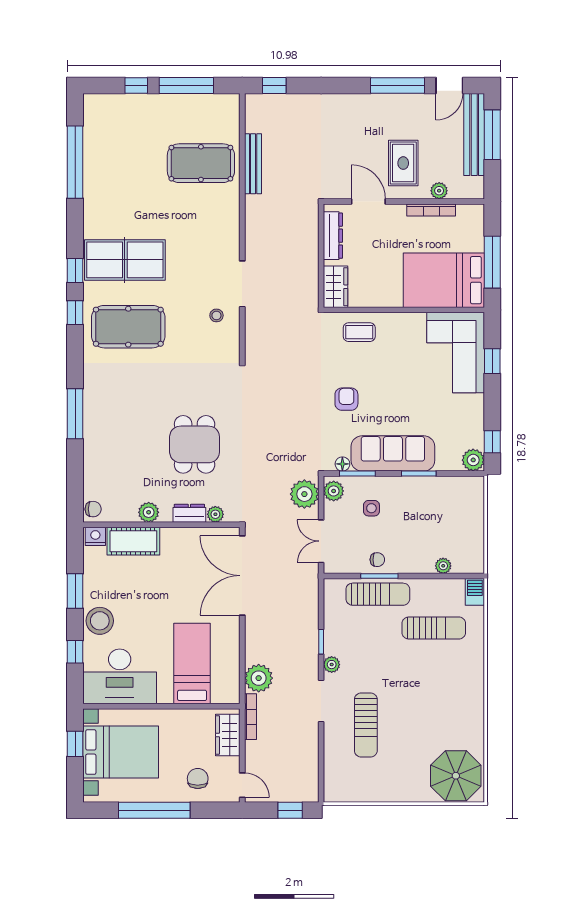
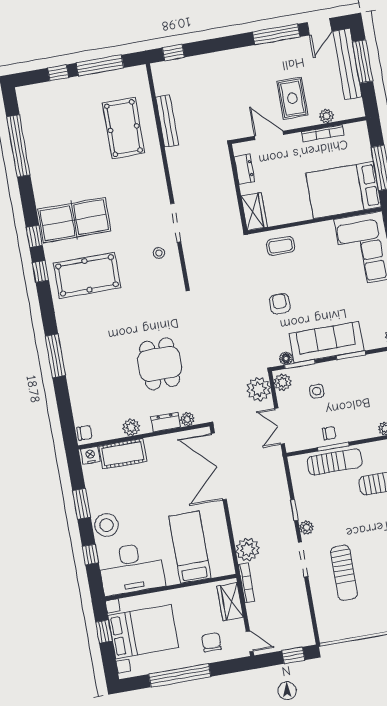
pool table: (201, 163) -> (124, 128), turned 90
dresser: (333, 236) -> (244, 169), width x0.70

